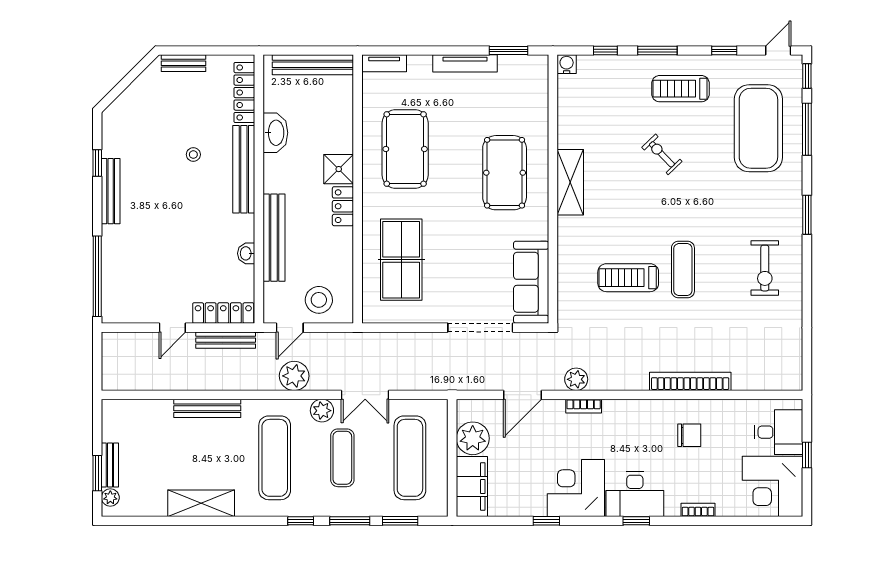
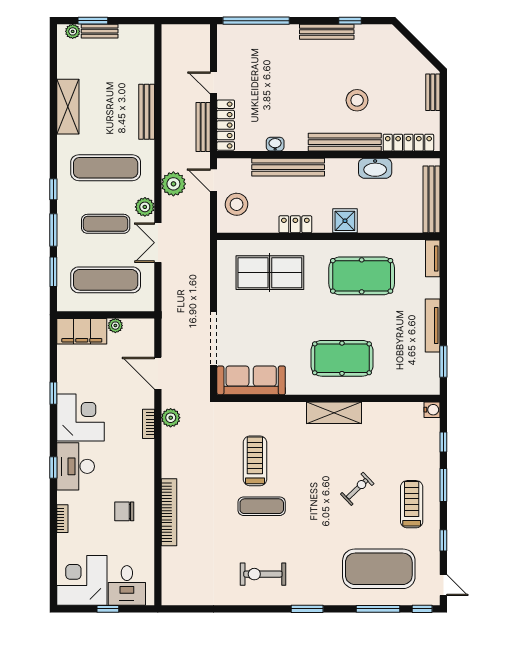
stool: (193, 155) -> (357, 100), width x1.89, depth x1.89
locker: (343, 206) -> (295, 224), moved
chair: (689, 435) -> (124, 511), turned 90
plant: (473, 438) -> (115, 326), width x0.53, depth x0.53

